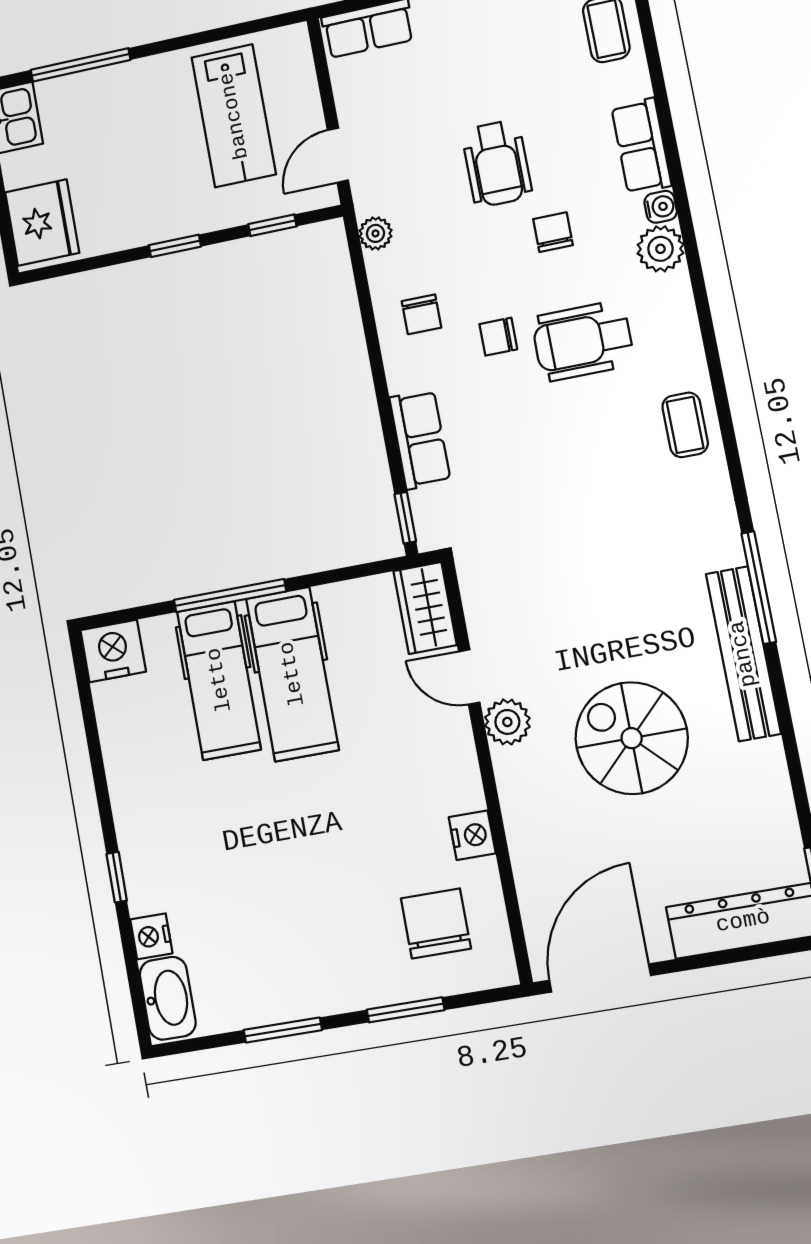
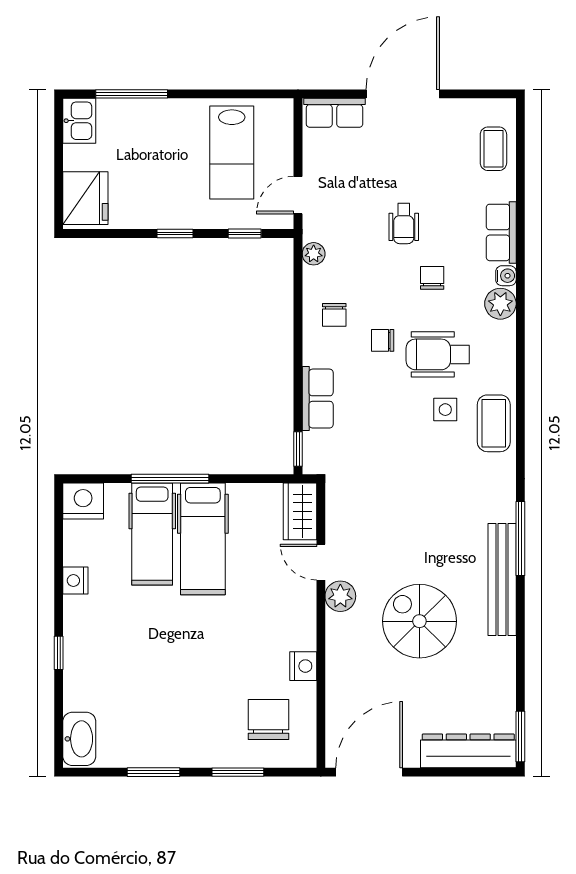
wheelchair: (497, 163) -> (404, 224), width x0.73, depth x0.73
side table: (609, 419) -> (445, 410), added
coffee table: (685, 425) -> (494, 423), width x1.36, depth x1.30
nightstand: (151, 936) -> (75, 581), moved

